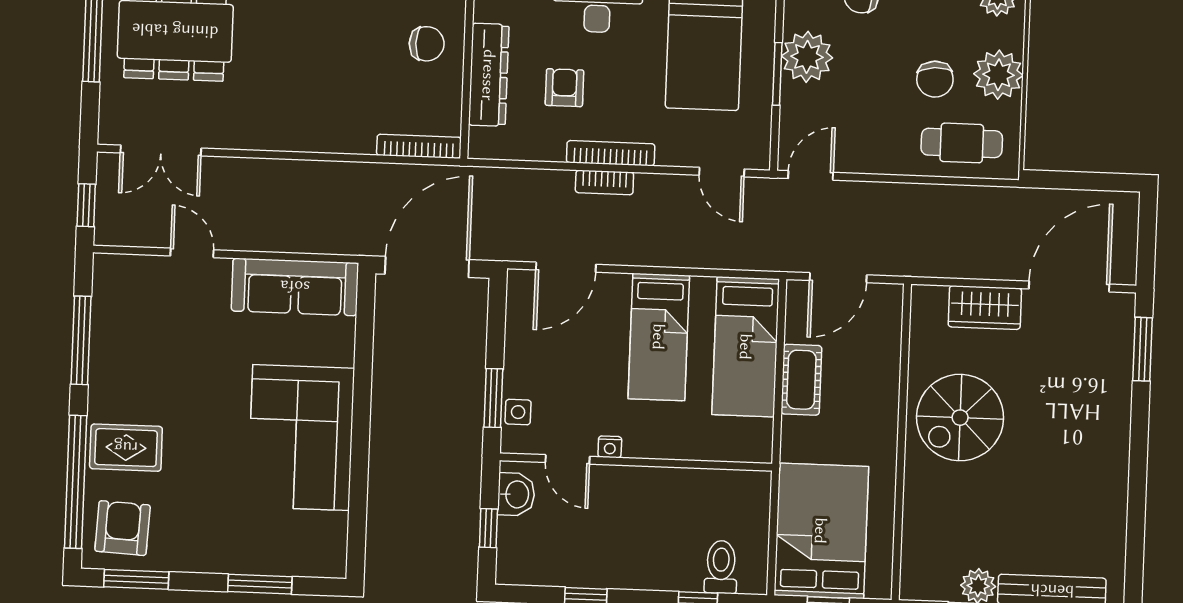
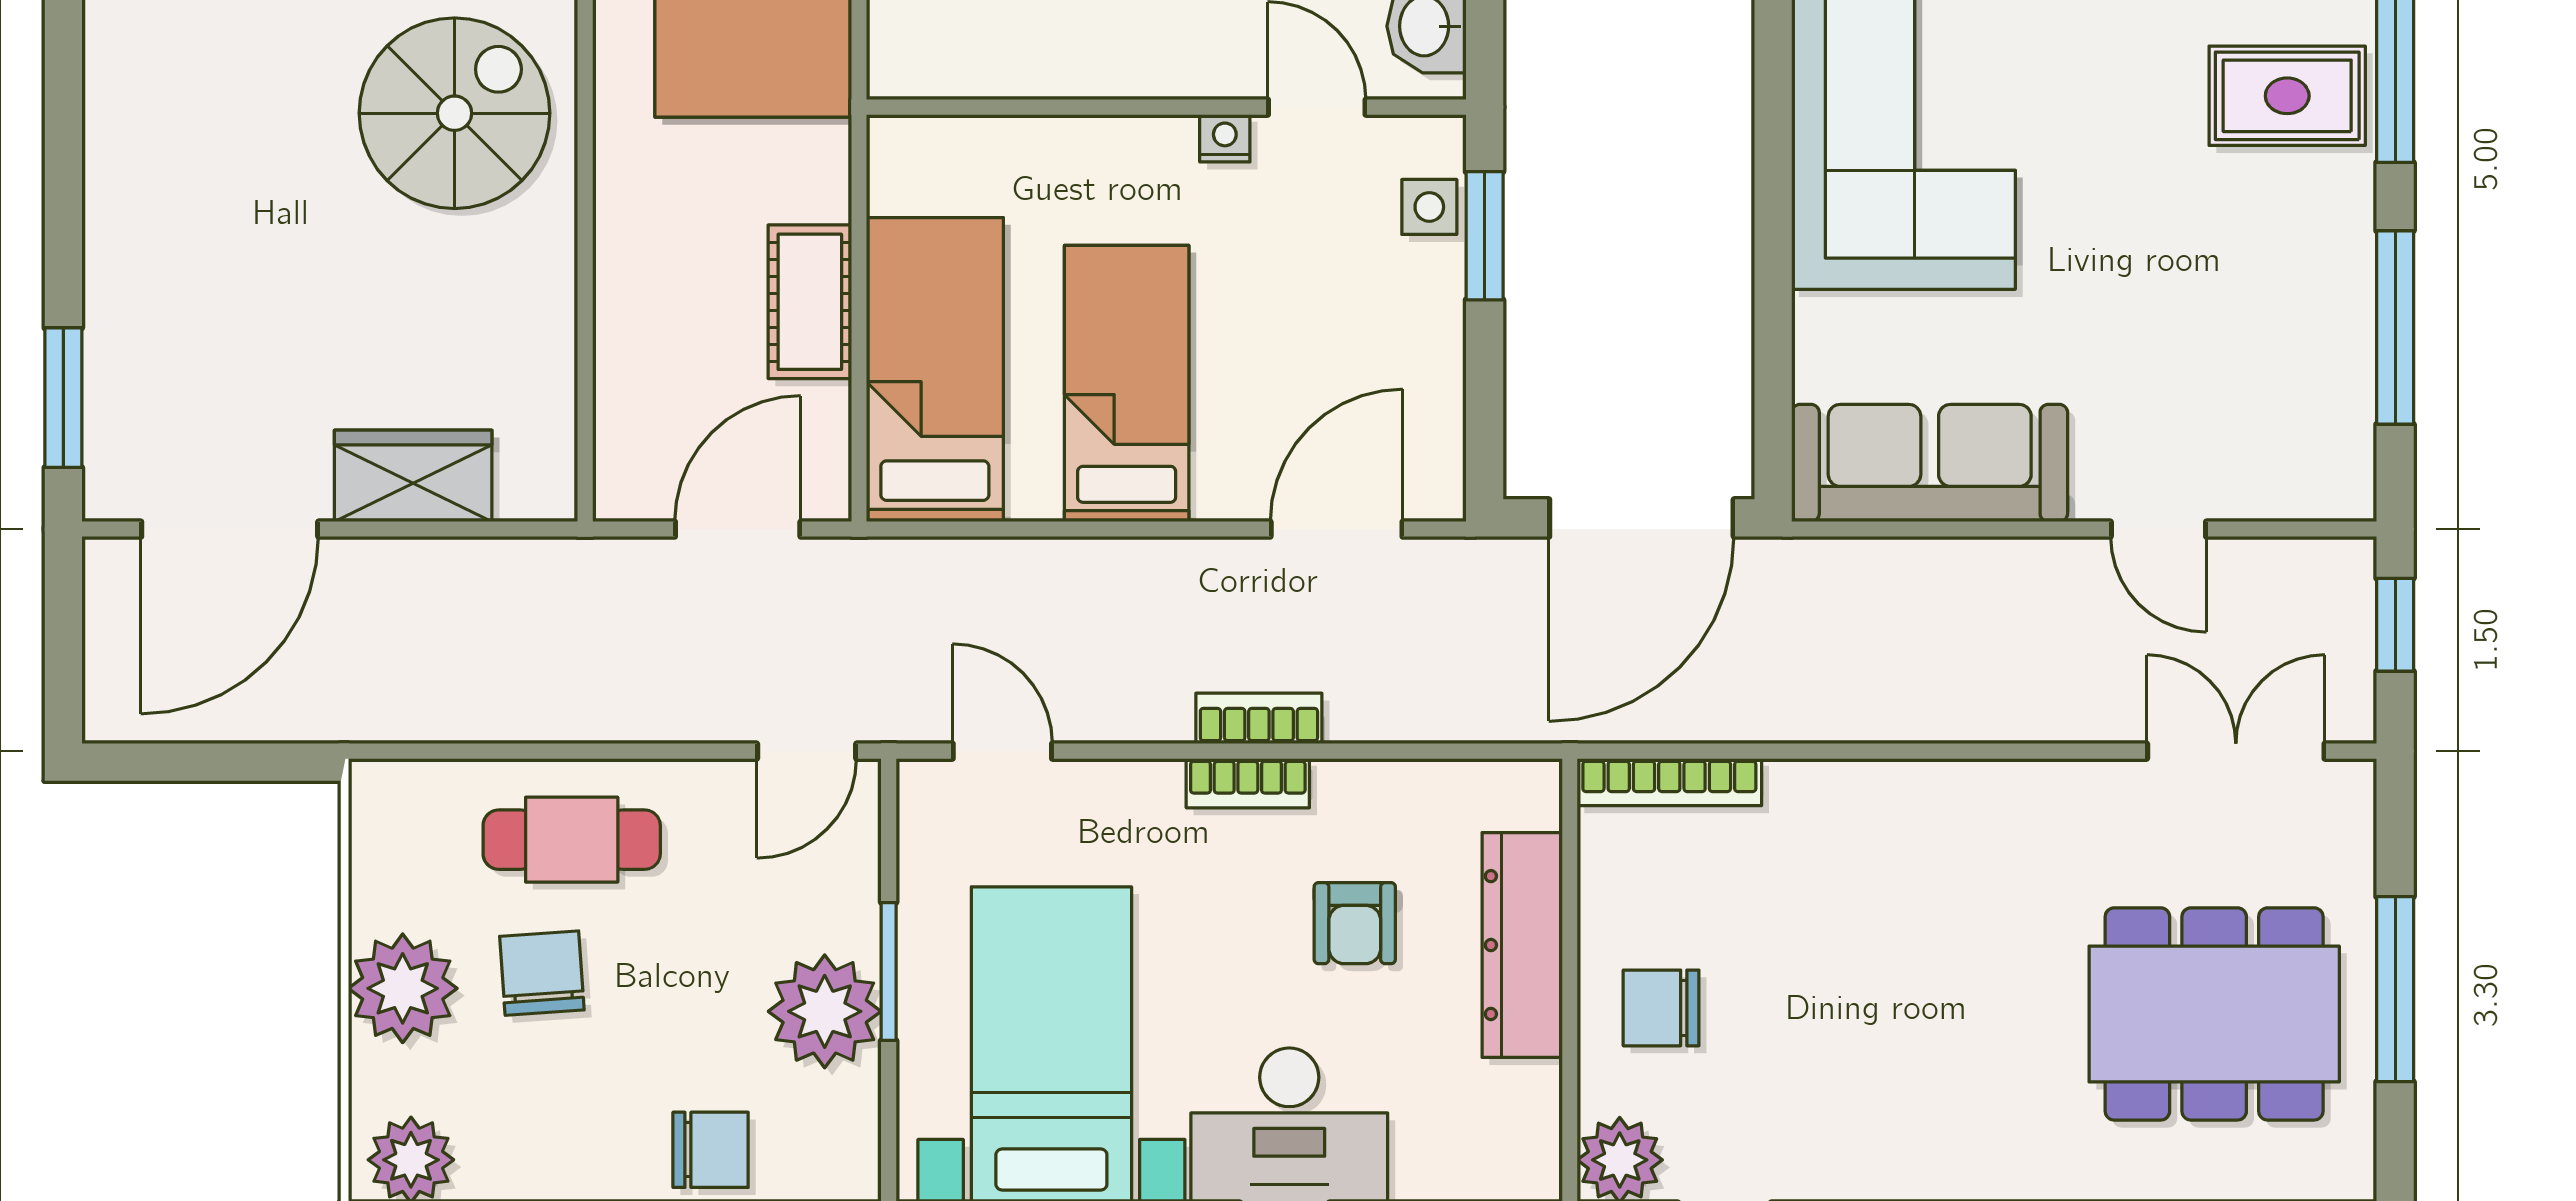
cafe table: (962, 143) -> (572, 840), moved
bookcase: (611, 153) -> (1248, 783), width x0.64
spiral stairs: (960, 418) -> (455, 113), moved

